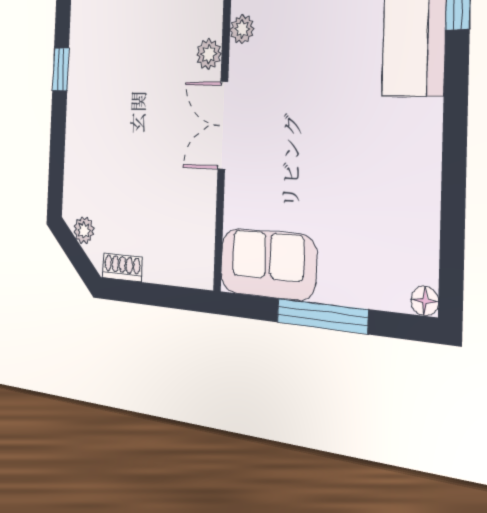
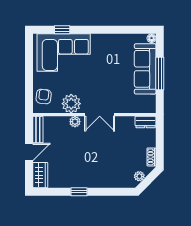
plant: (242, 29) -> (71, 104), width x1.88, depth x1.88
dresser: (201, 259) -> (146, 122), added
sofa: (268, 264) -> (145, 69), moved, width x1.36

